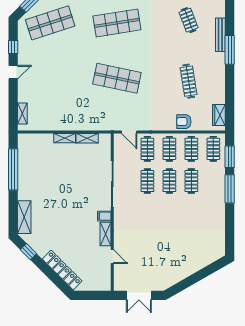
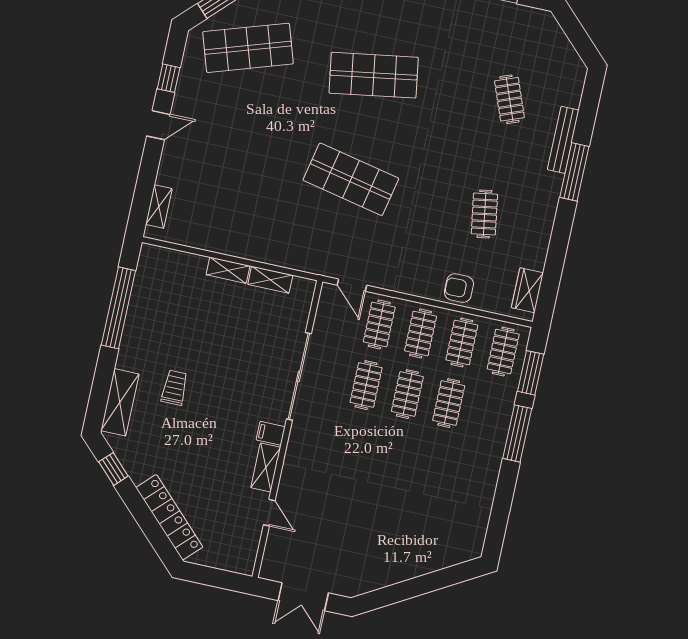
clothes rail: (189, 81) -> (484, 214), width x0.73
trolley: (50, 204) -> (175, 388), added

